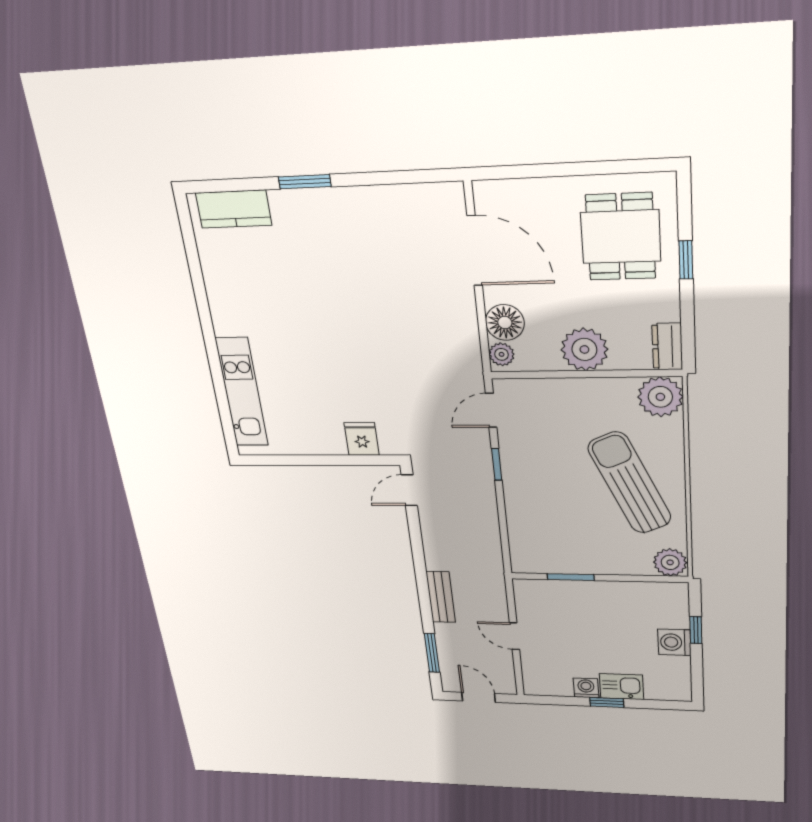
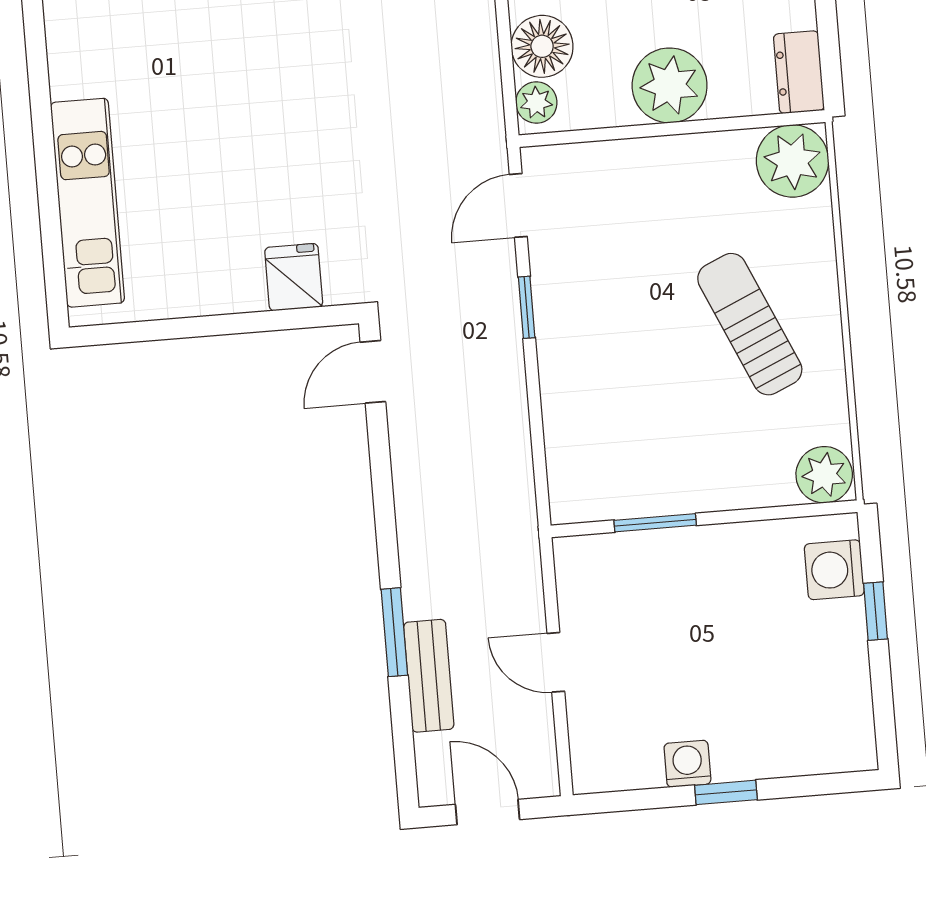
sun lounger: (630, 483) -> (750, 324), width x0.73, depth x0.75
bench: (441, 597) -> (429, 676), moved
washing machine: (674, 642) -> (834, 570), moved
window: (432, 653) -> (394, 632), moved
kitchen sink: (622, 687) -> (751, 752), removed

